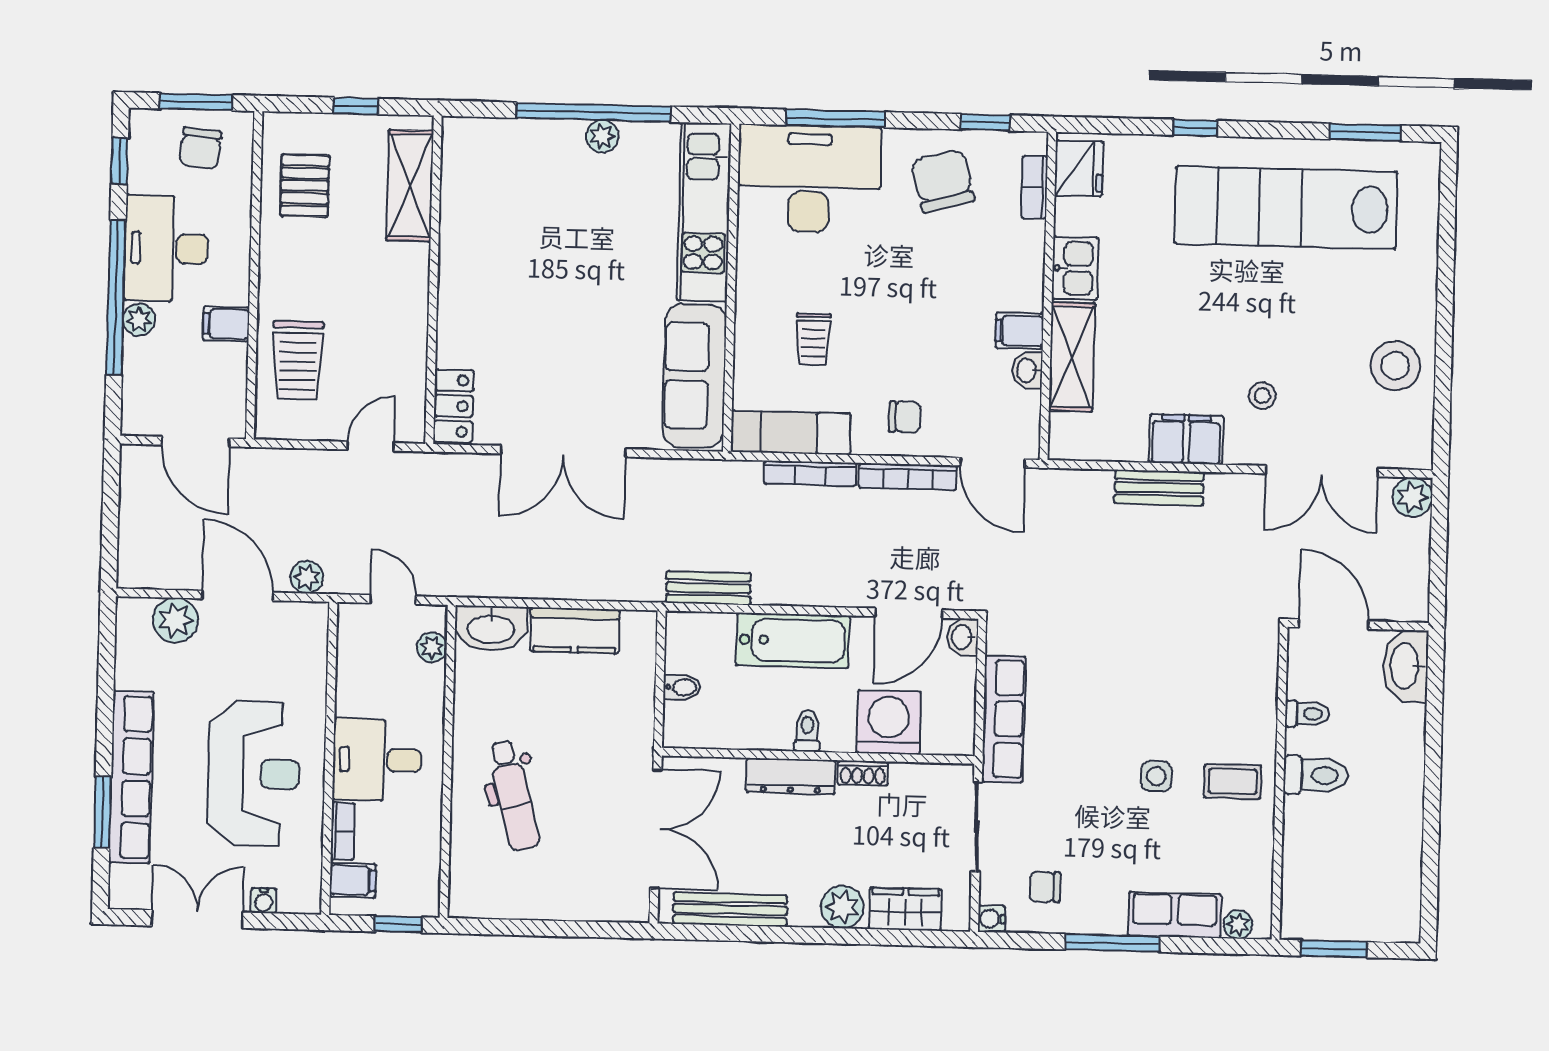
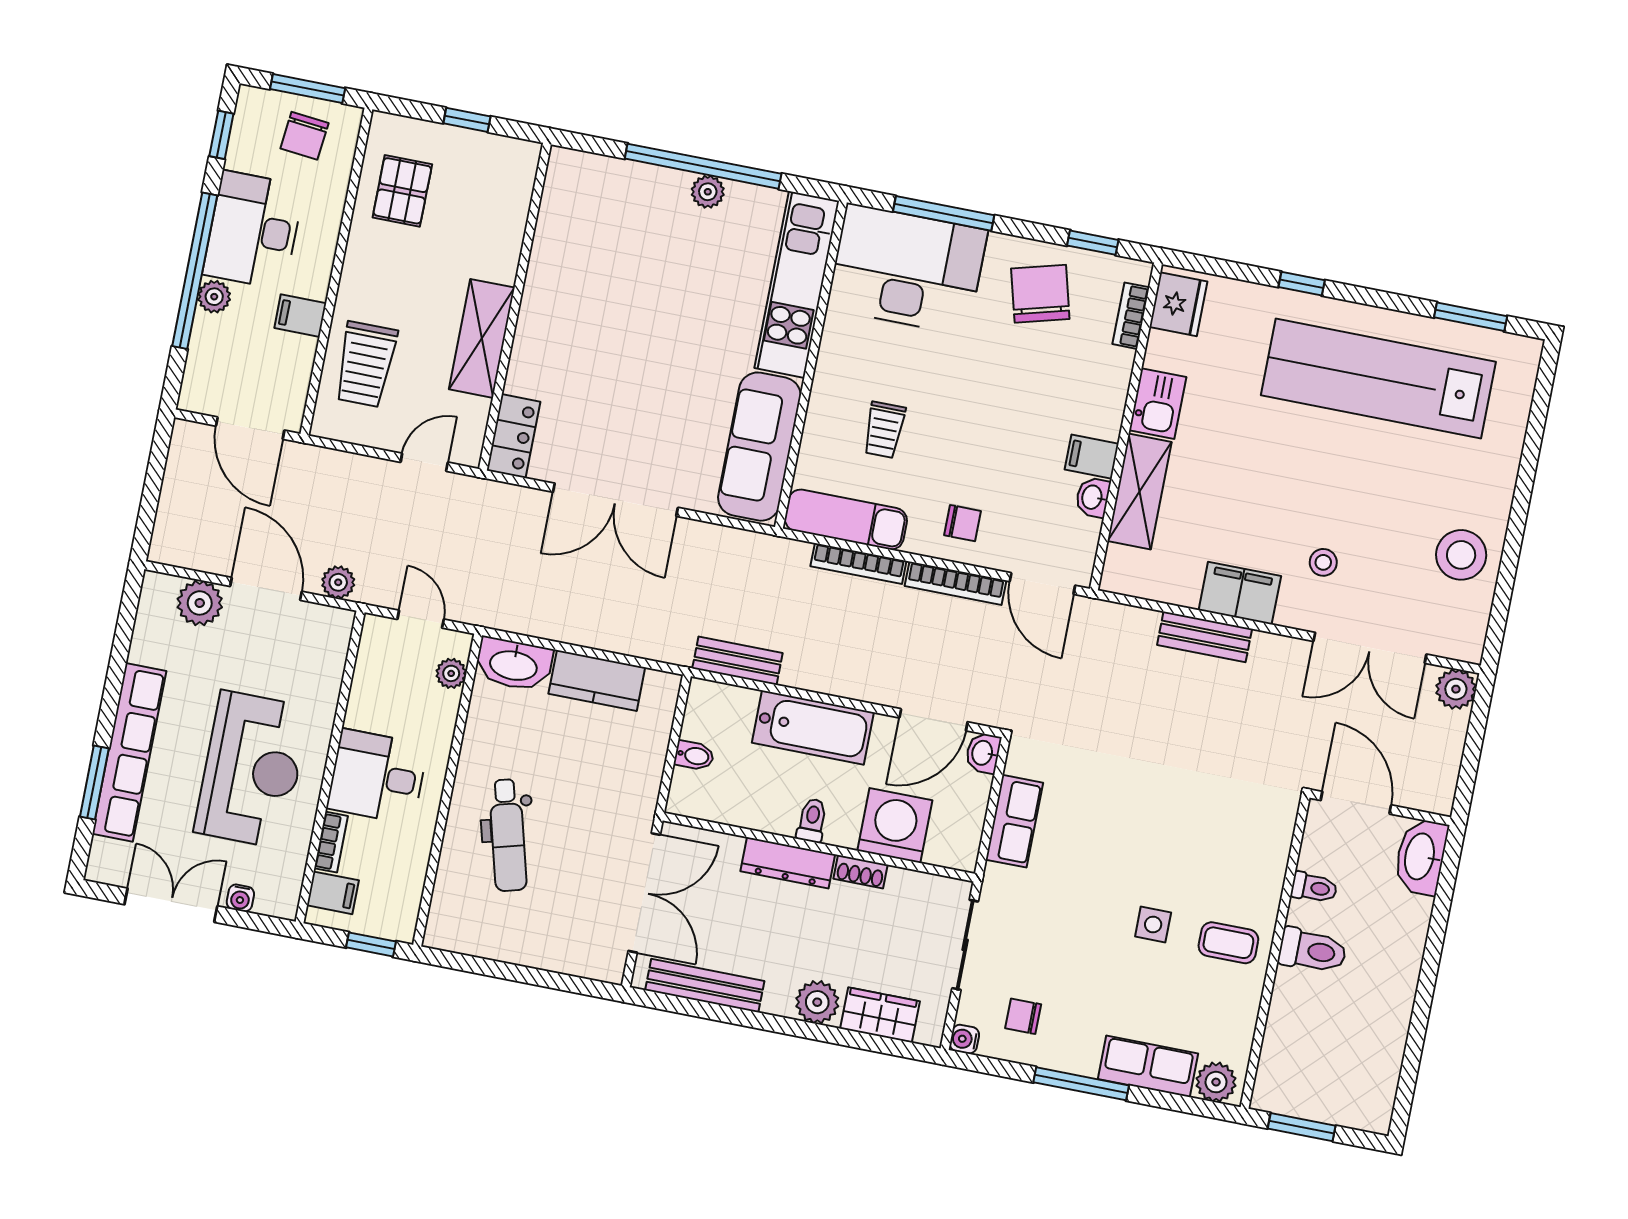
shelving: (410, 186) -> (482, 338), moved
row of seats: (1004, 719) -> (1014, 821), width x0.68
plant: (1238, 924) -> (1216, 1082), width x1.38, depth x1.38

